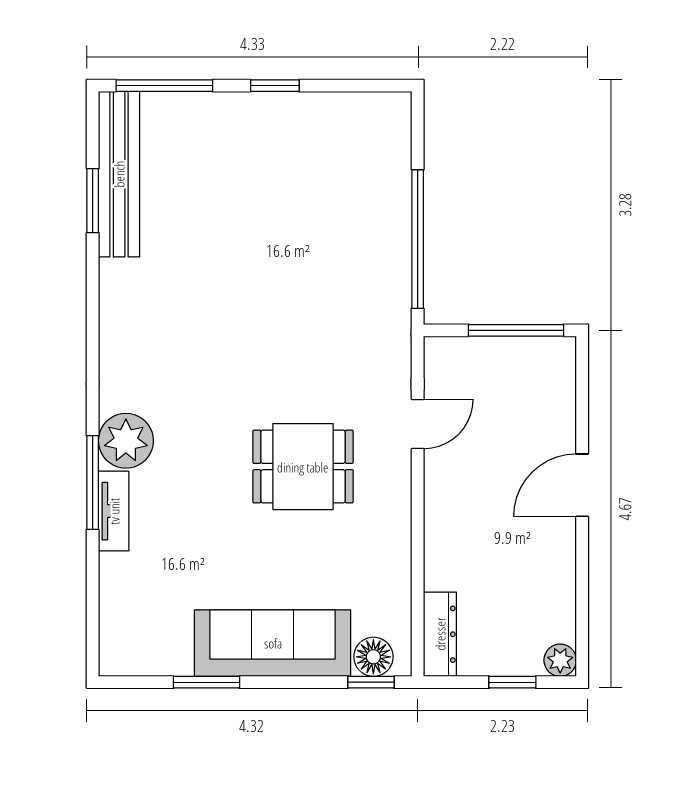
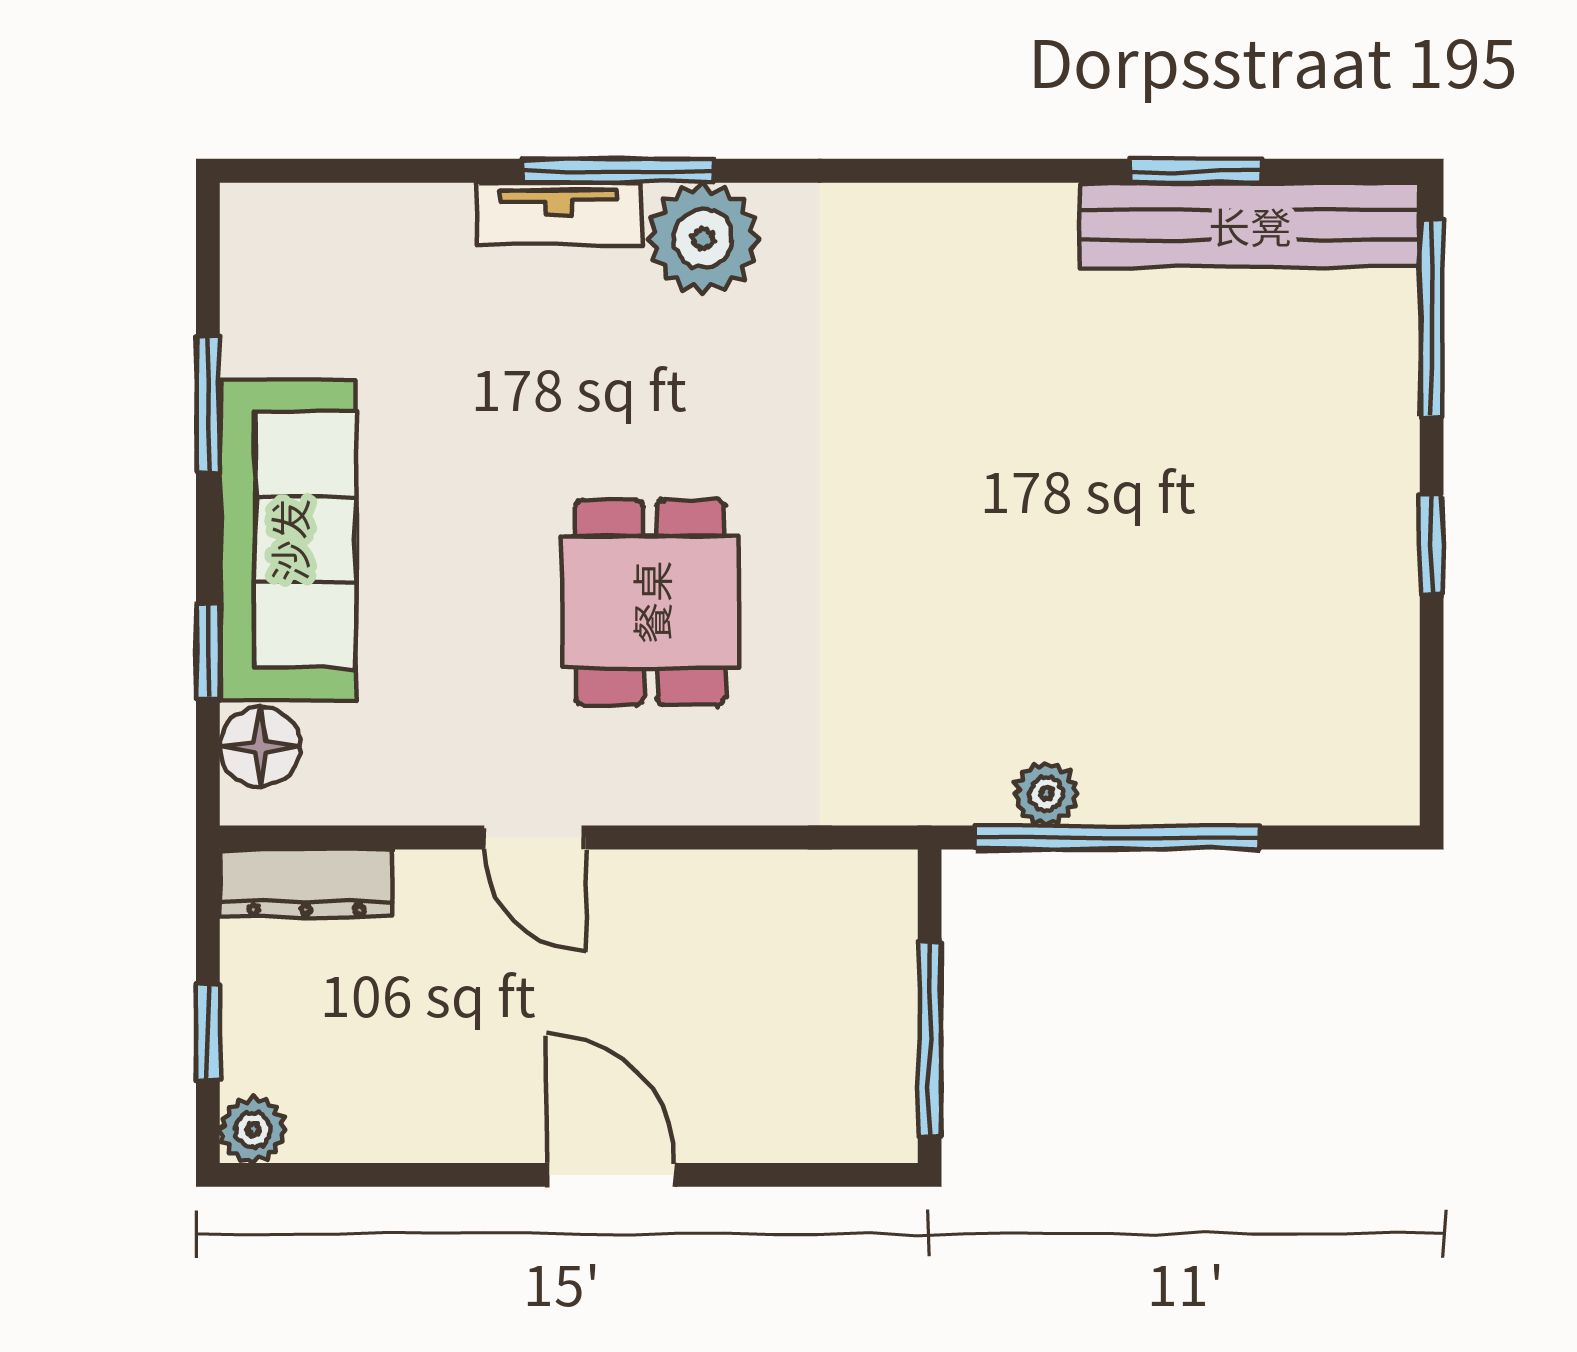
plant: (396, 274) -> (1046, 794), added
door: (418, 424) -> (535, 838), moved
window: (371, 682) -> (208, 651), moved

